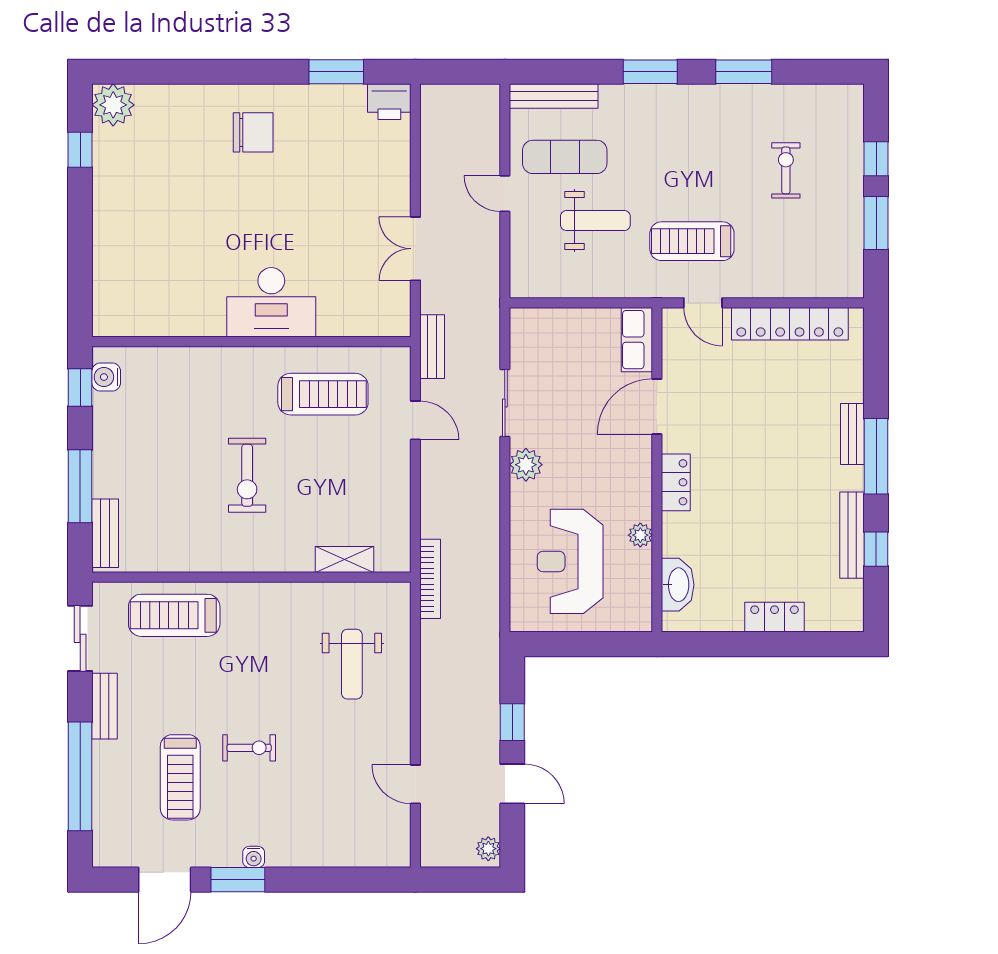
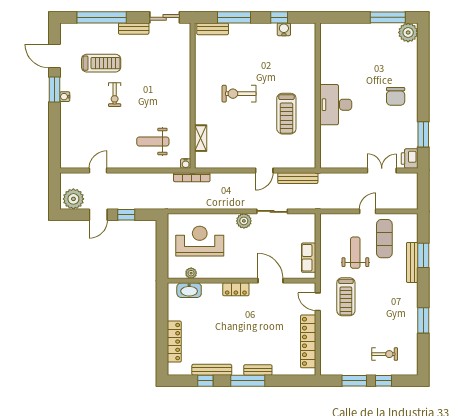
window: (650, 72) -> (423, 255), moved
bench: (554, 96) -> (412, 262), moved
window: (80, 150) -> (388, 17), width x2.17
exercise bike: (786, 170) -> (385, 354), moved
weight bench: (595, 221) -> (355, 253), turned 180
treadmill: (692, 241) -> (346, 297), turned 180
double door: (415, 249) -> (382, 170), moved
desk: (271, 302) -> (336, 105), moved
door: (703, 303) -> (318, 302), hinge flipped
row of seats: (637, 340) -> (309, 258), moved, turned -90
wall: (251, 342) -> (318, 96), moved
bench: (432, 347) -> (298, 178), width x1.36
treadmill: (323, 394) -> (286, 114), moved
plant: (640, 535) -> (191, 273), moved
water cooler: (400, 592) -> (186, 164), added
treadmill: (174, 615) -> (175, 60), removed
locker: (774, 617) -> (174, 342), width x1.53
treadmill: (180, 777) -> (101, 63), turned 180
plant: (488, 849) -> (73, 199), width x1.88, depth x1.88

